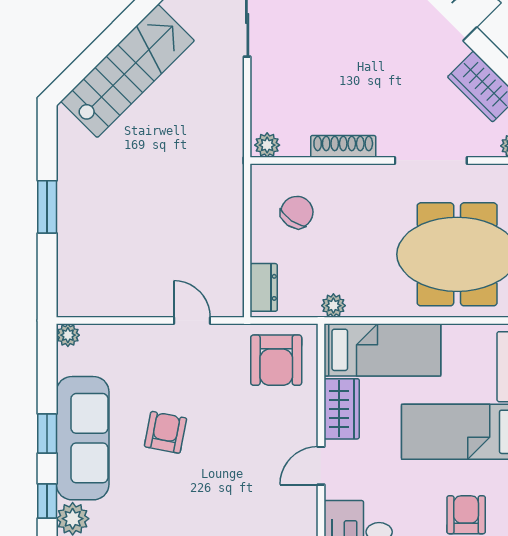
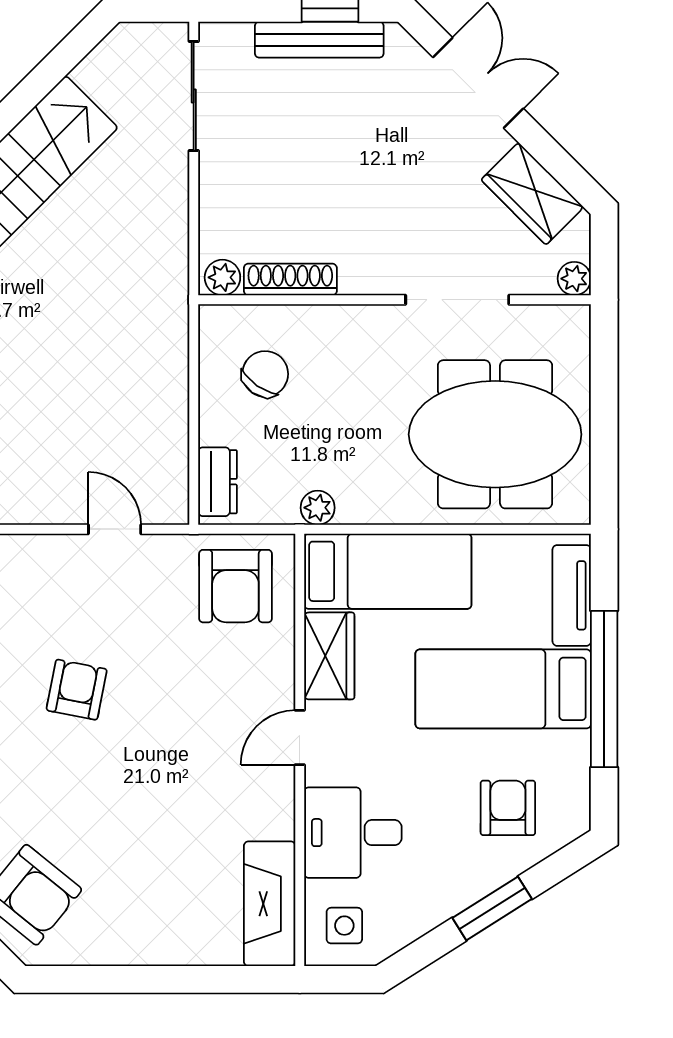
shoe rack: (343, 146) -> (290, 279), moved

